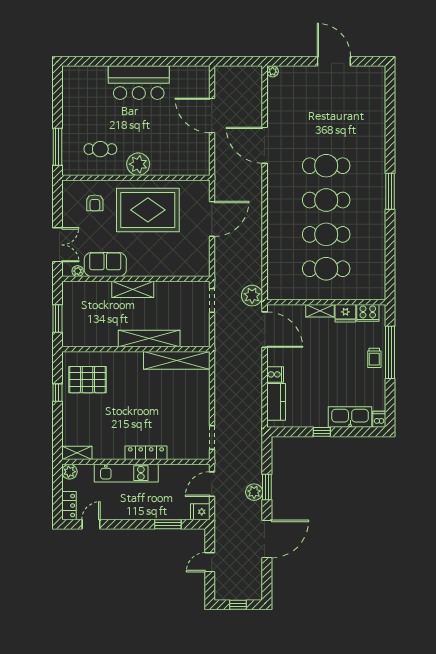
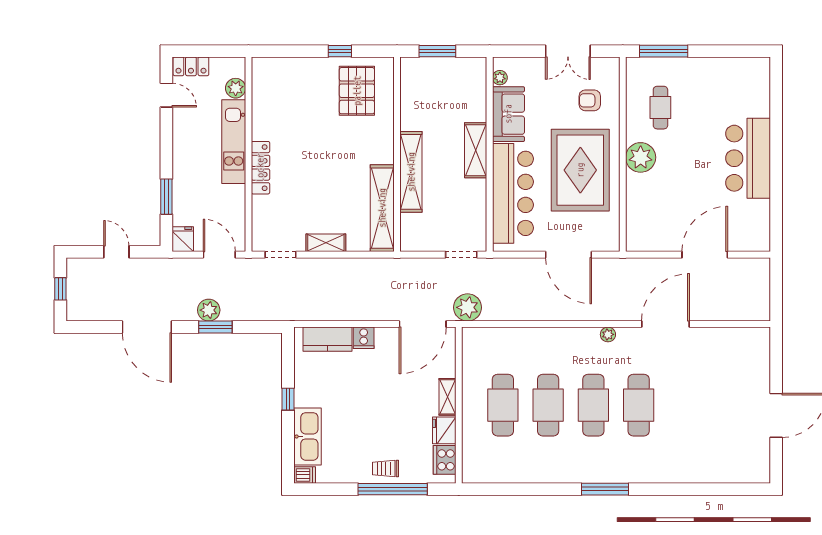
plant: (273, 71) -> (608, 334), moved
double door: (57, 245) -> (568, 51), moved
bar counter: (165, 261) -> (513, 193), added
shelving: (77, 453) -> (326, 243), moved, turned 90
plant: (69, 472) -> (236, 88), moved

